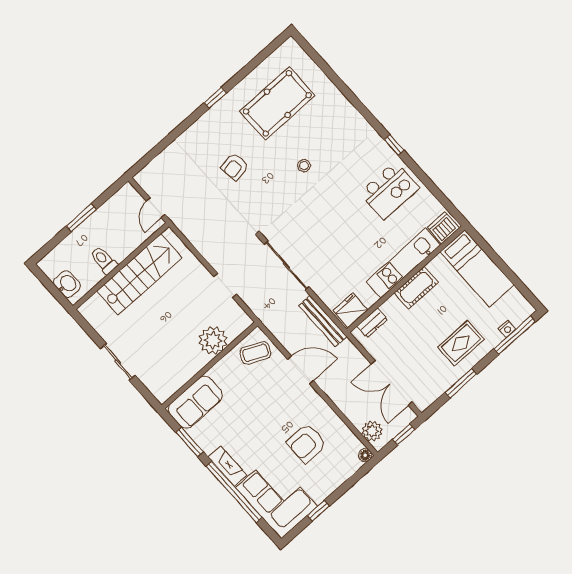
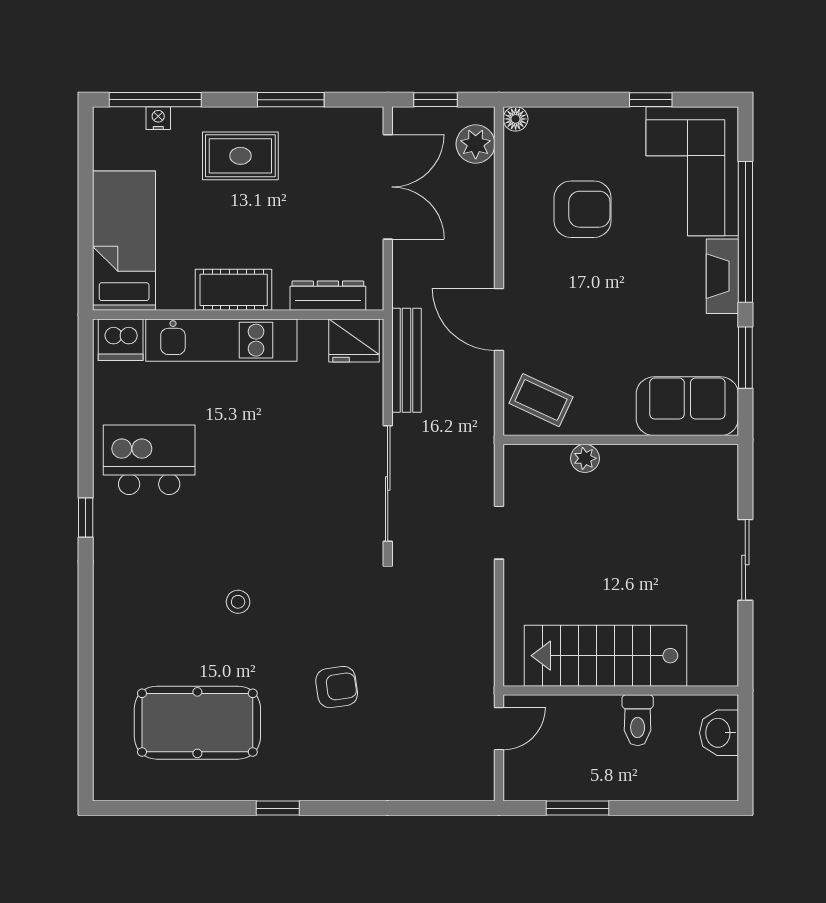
window: (81, 218) -> (578, 808), moved
dresser: (372, 323) -> (328, 296), width x1.44
plant: (213, 340) -> (585, 458), width x0.53, depth x0.53

